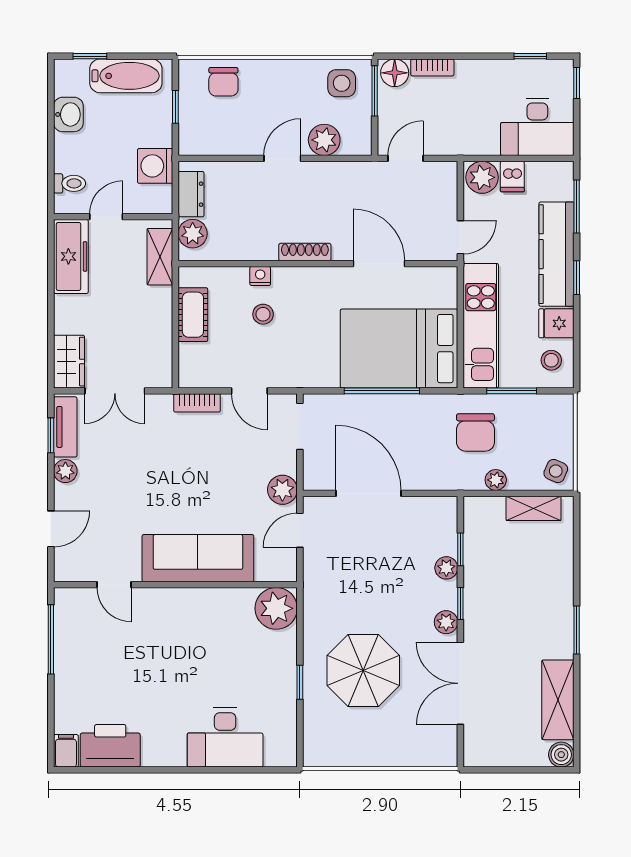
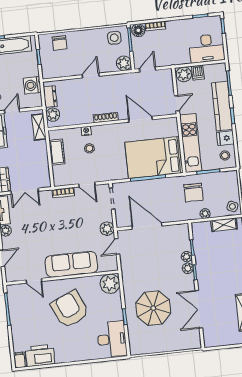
plant: (324, 140) -> (124, 63), moved
plant: (446, 622) -> (188, 268), moved
armchair: (184, 654) -> (70, 309), added
desk: (225, 738) -> (112, 339), moved, turned -90

